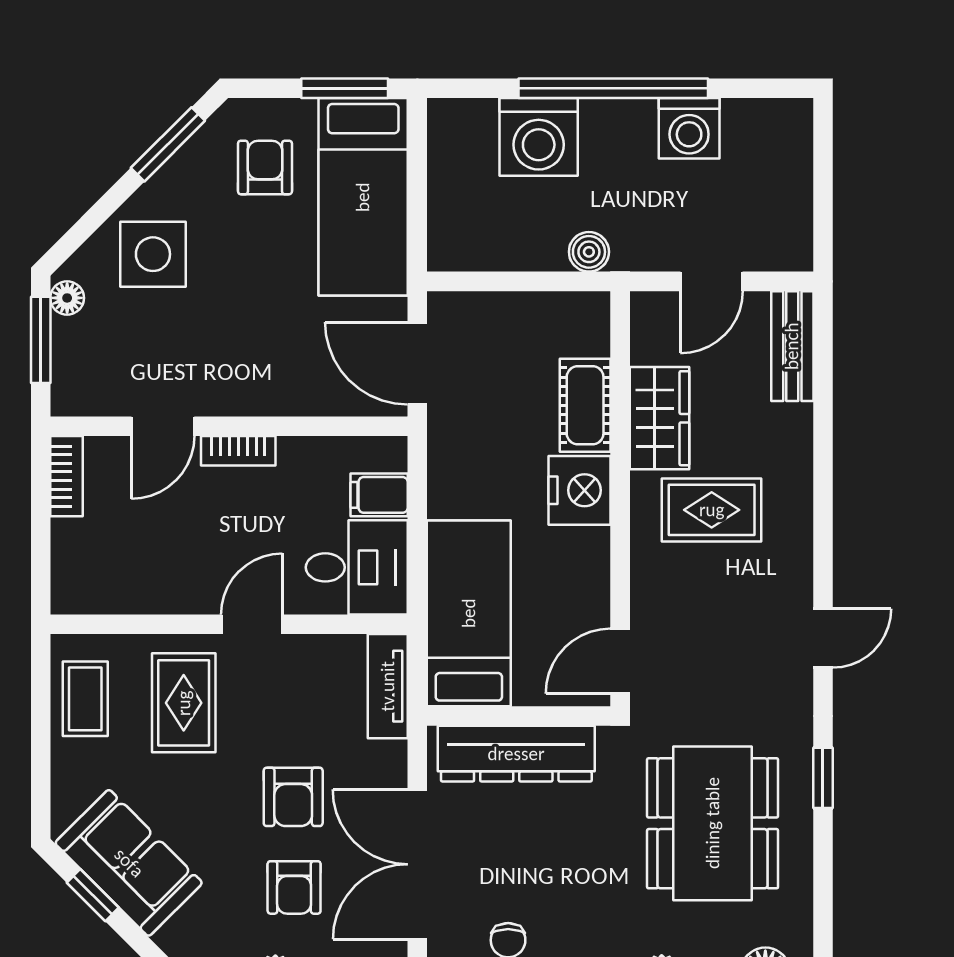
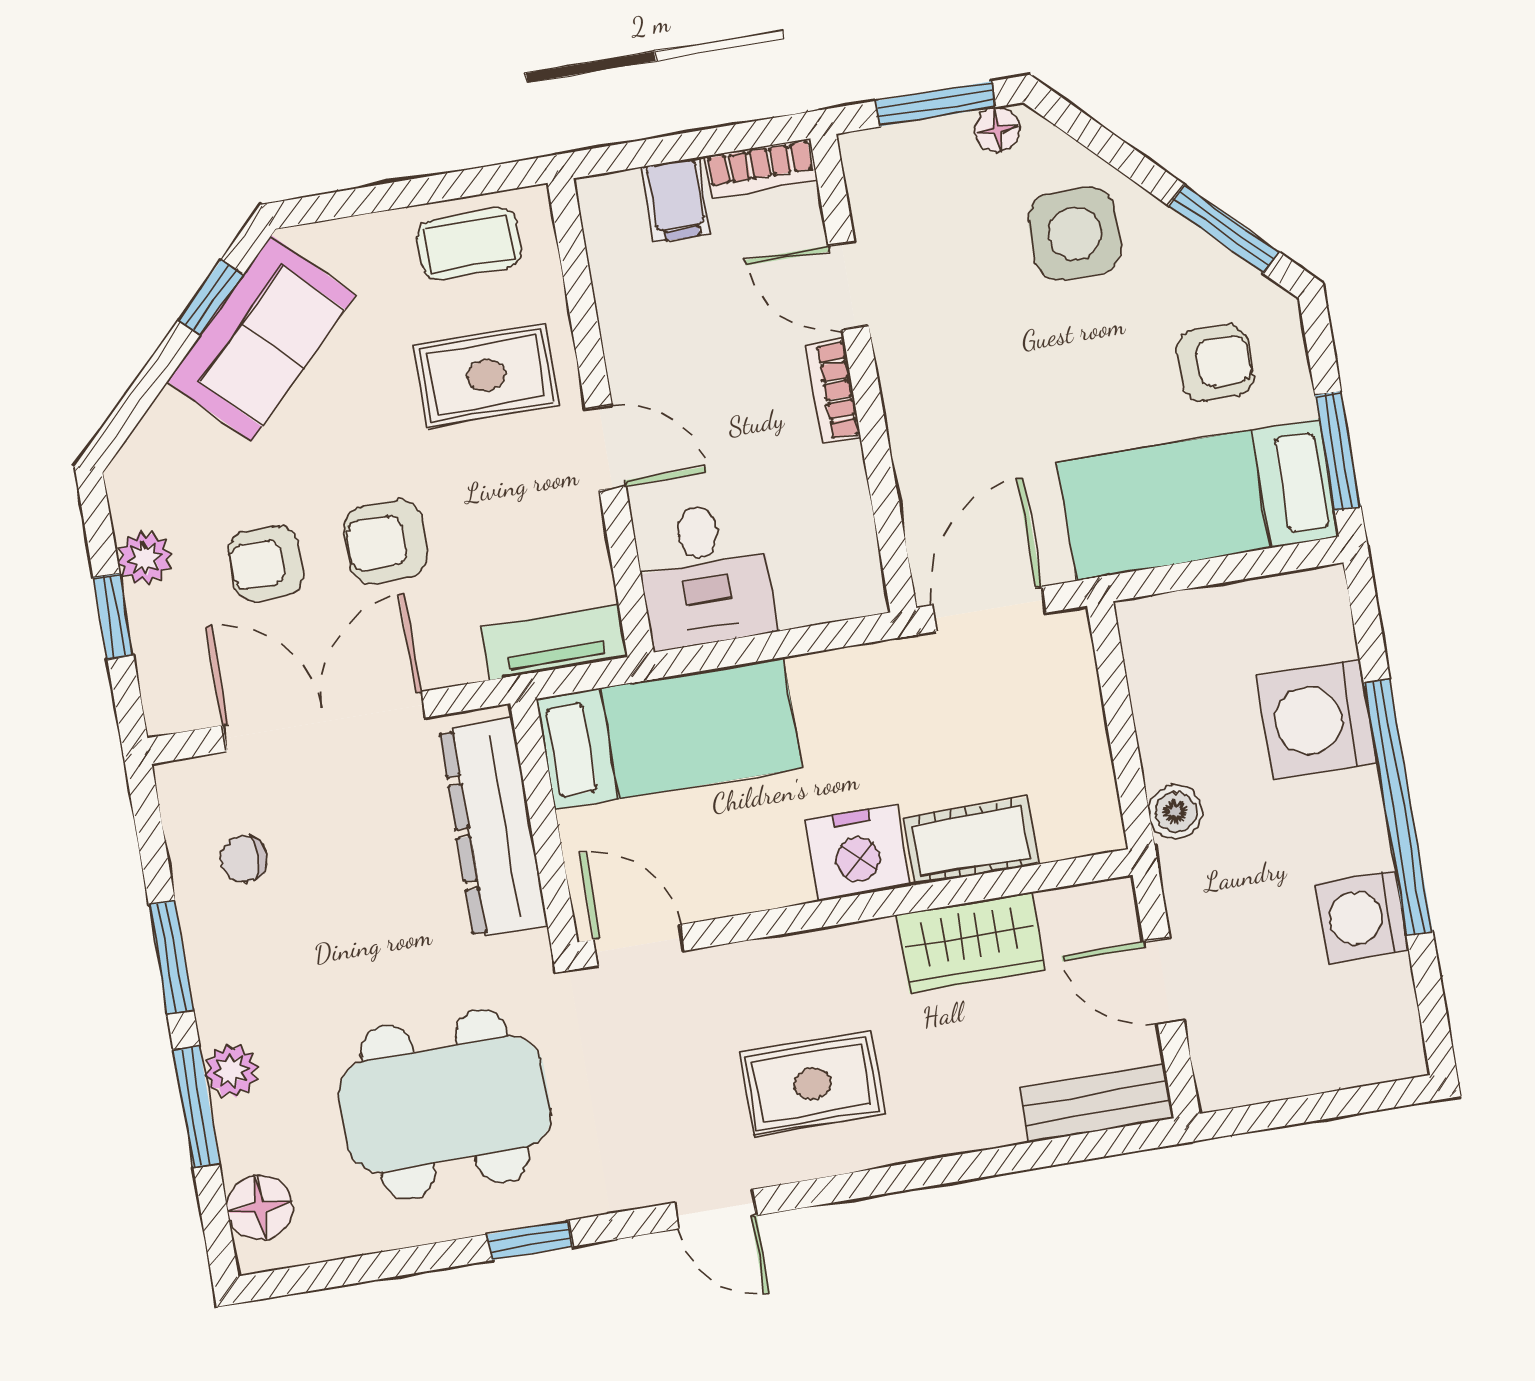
filing cabinet: (379, 495) -> (676, 200), moved, turned 180
rug: (712, 510) -> (812, 1083), moved, turned 90

